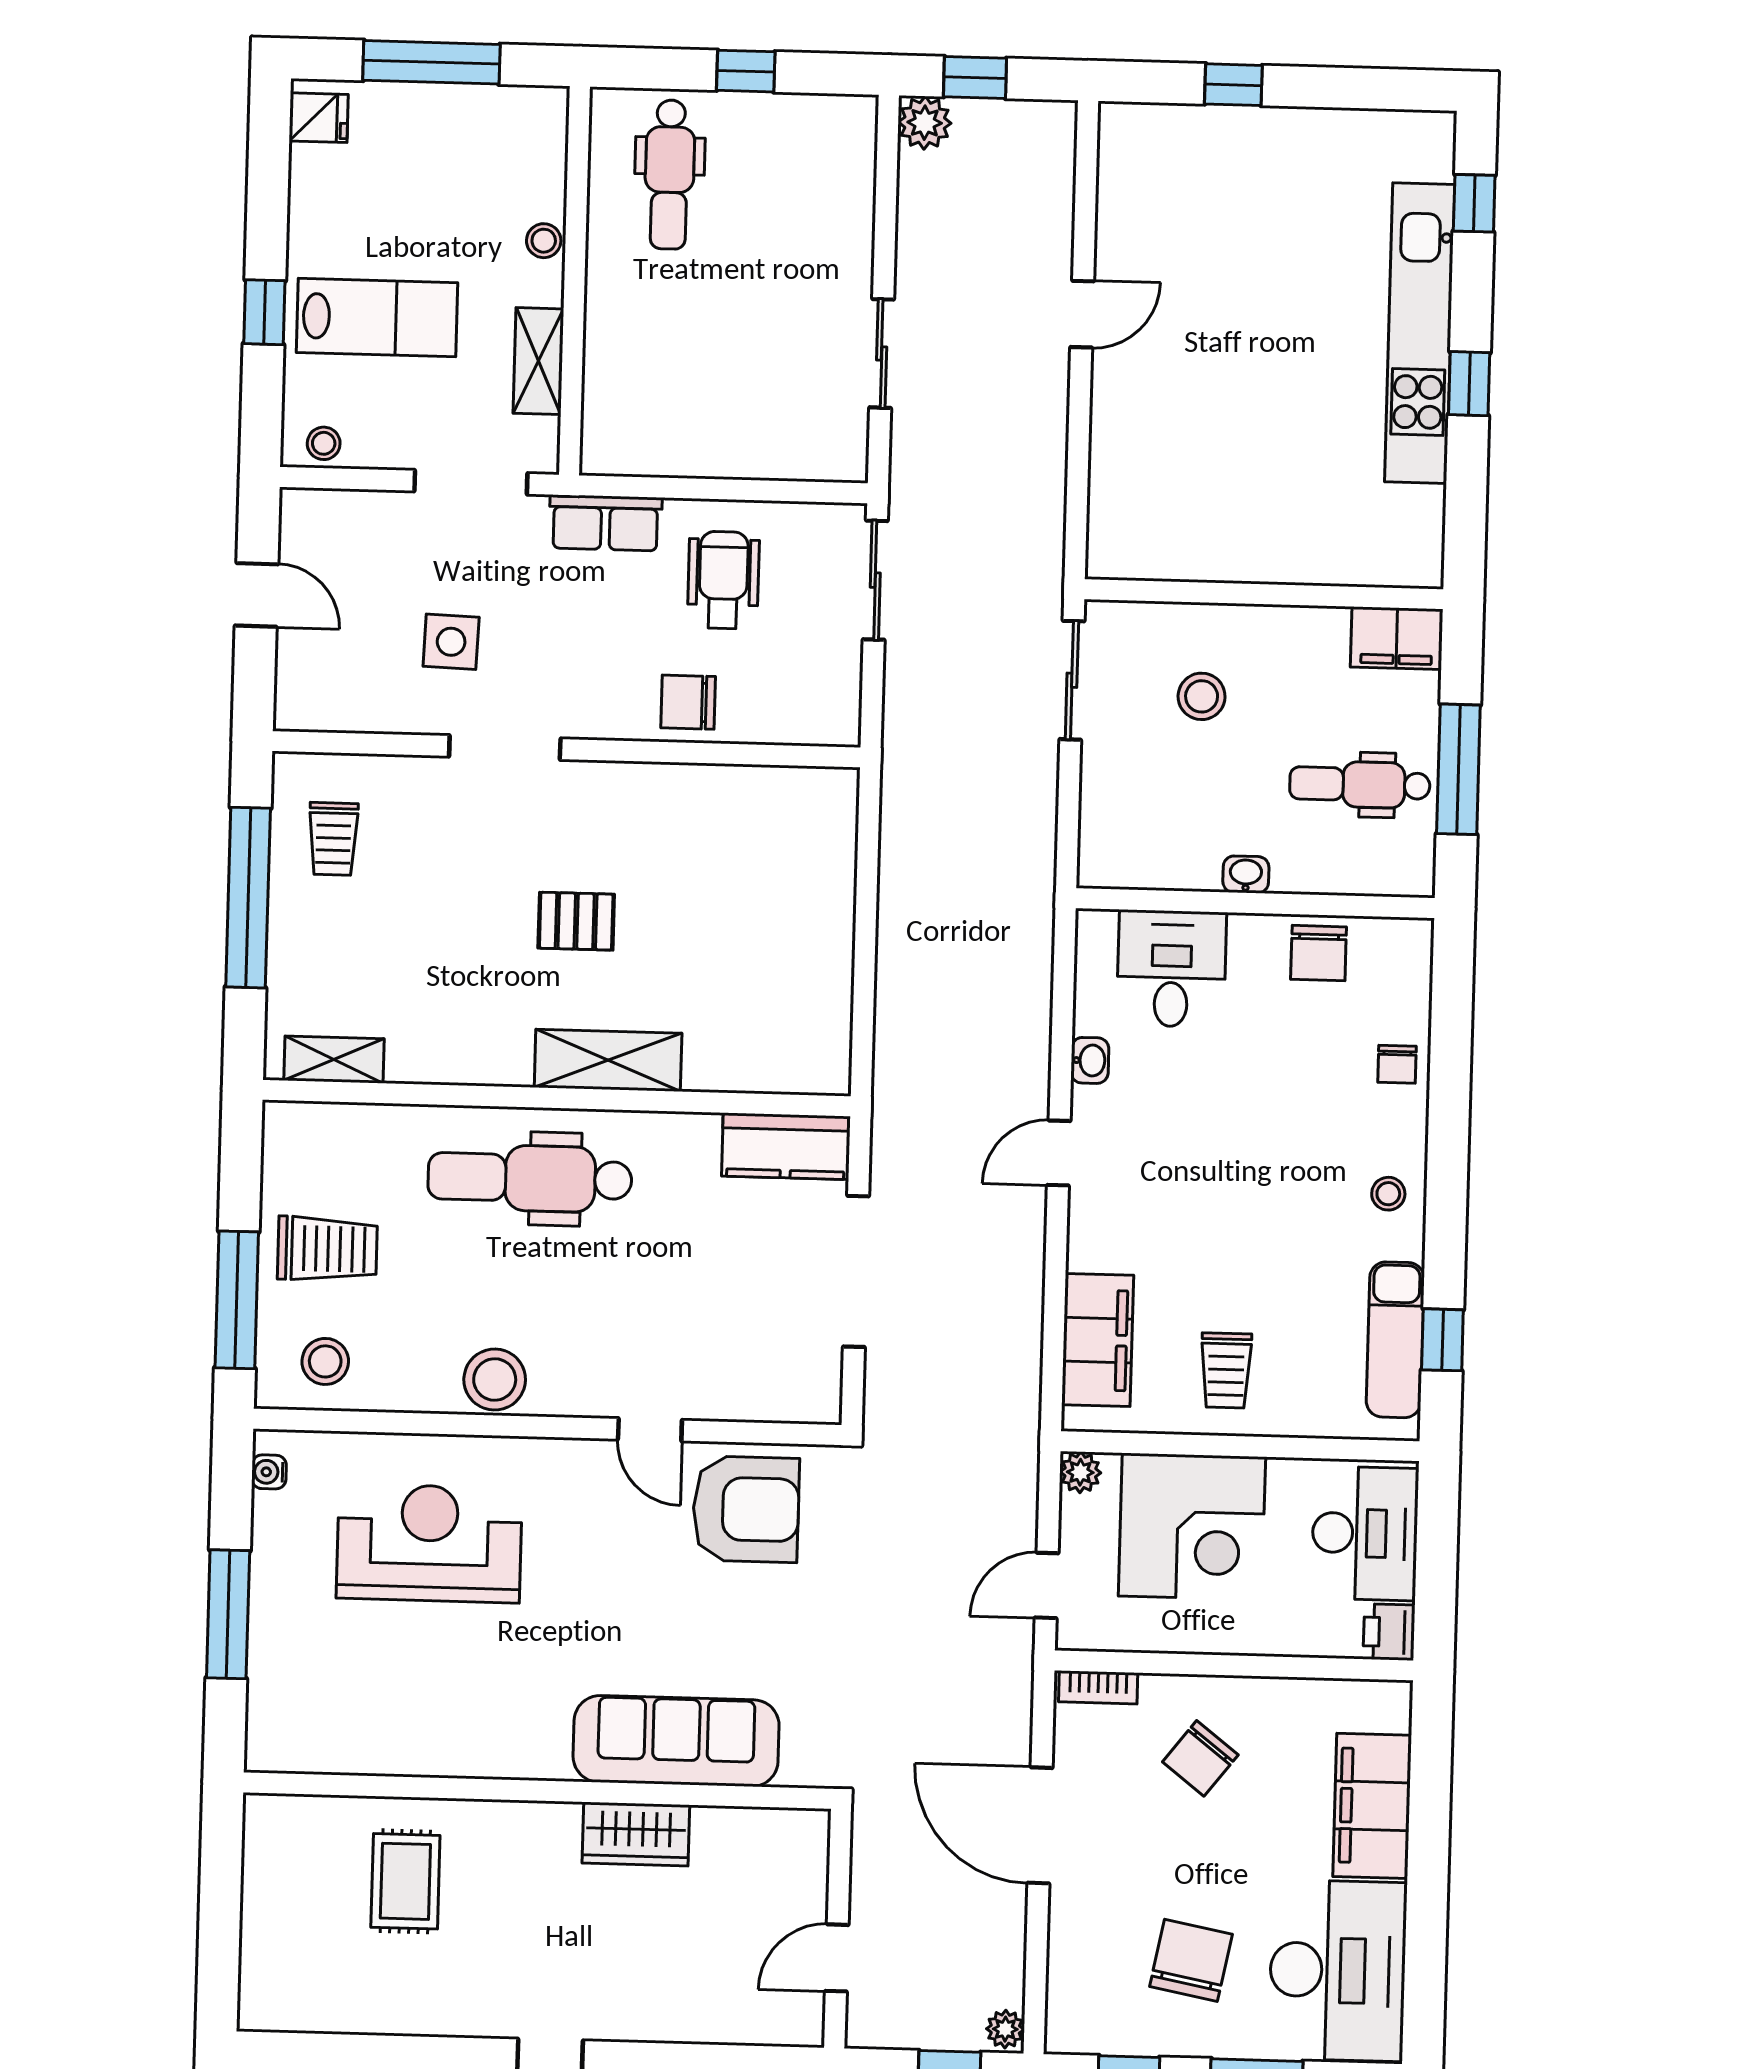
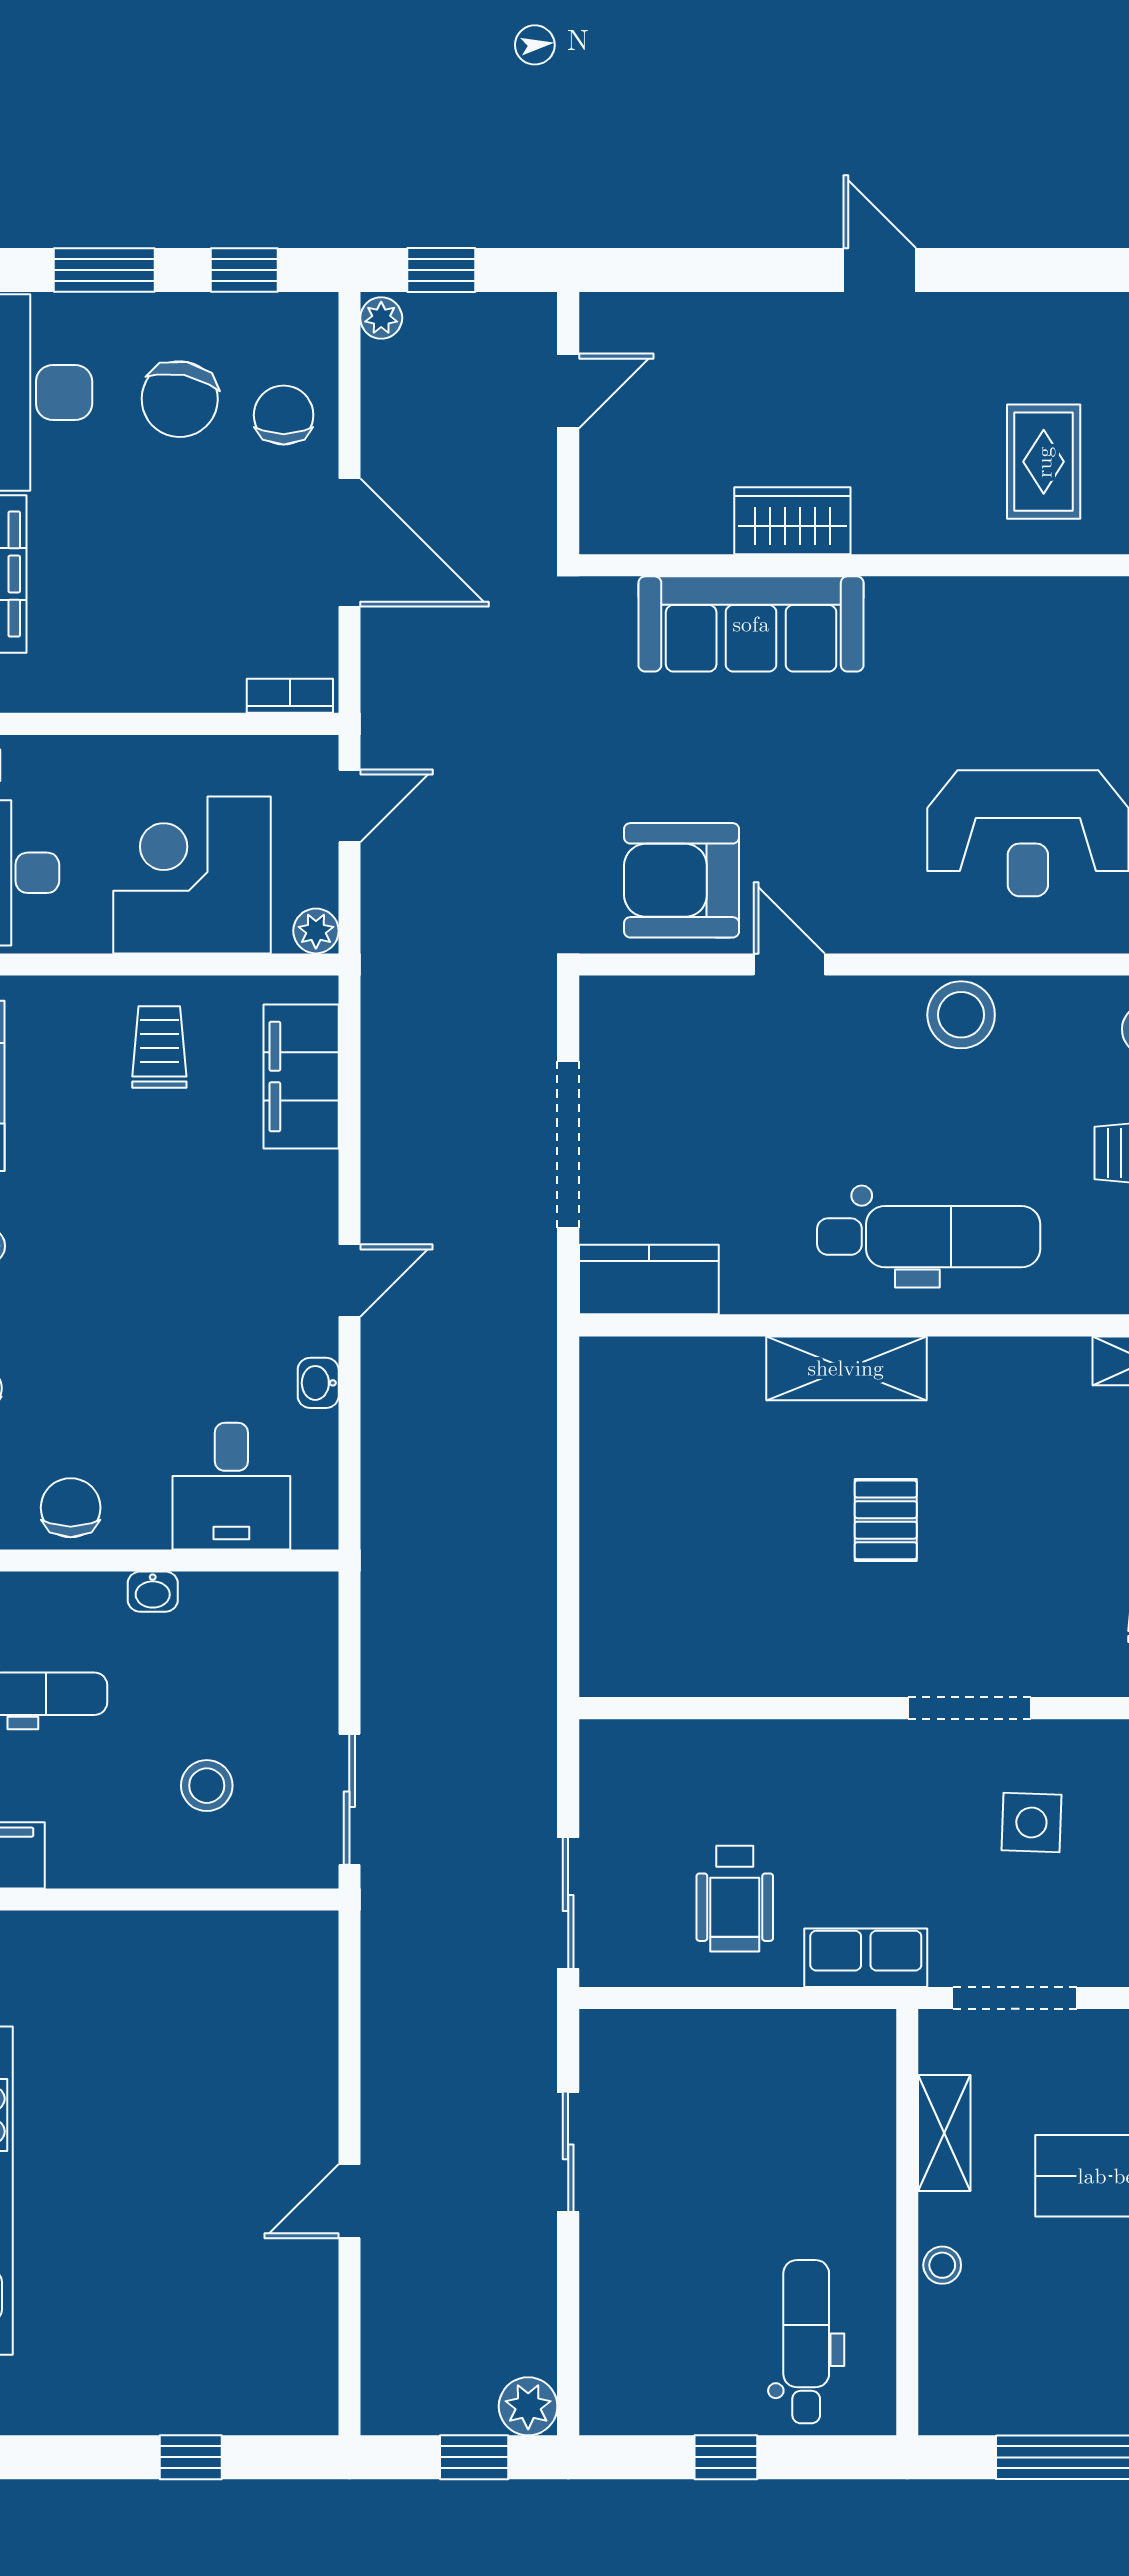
chair: (688, 702) -> (770, 1764), removed
pallet: (576, 921) -> (886, 1520), turned 90
chair: (1200, 1758) -> (284, 415), moved, turned -38

